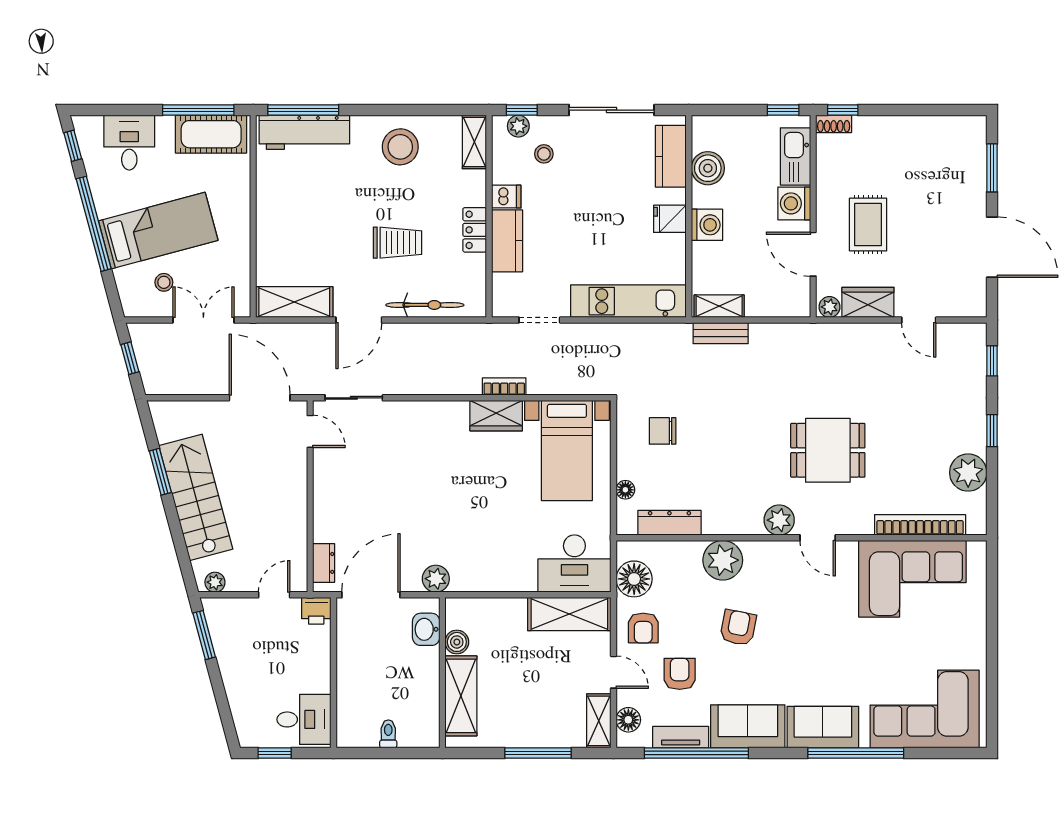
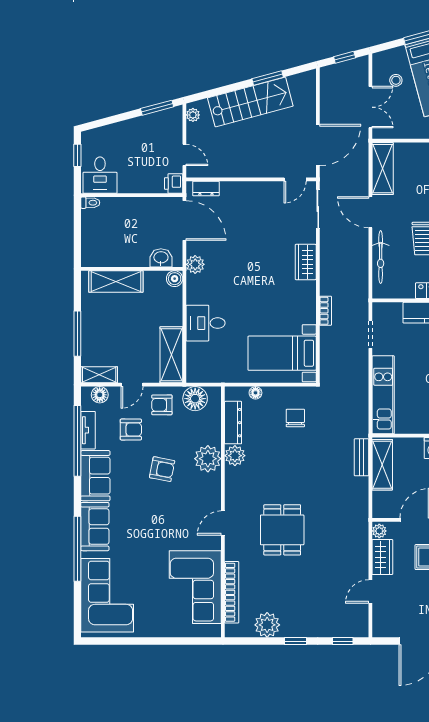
shelving: (719, 306) -> (382, 465), width x1.50, depth x1.33
wardrobe: (496, 416) -> (306, 262), moved
plant: (779, 520) -> (235, 456), moved
desk: (574, 564) -> (206, 323), moved, width x0.73
boiler: (457, 642) -> (175, 279), moved
toilet: (388, 734) -> (90, 203), moved

